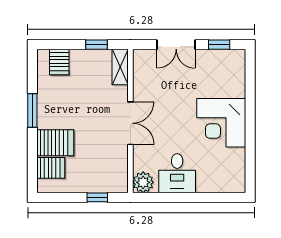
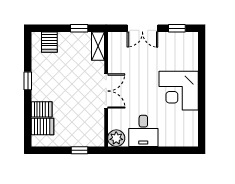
window: (32, 110) -> (28, 81), width x0.67
server rack: (55, 143) -> (42, 109), width x0.73, depth x0.70

